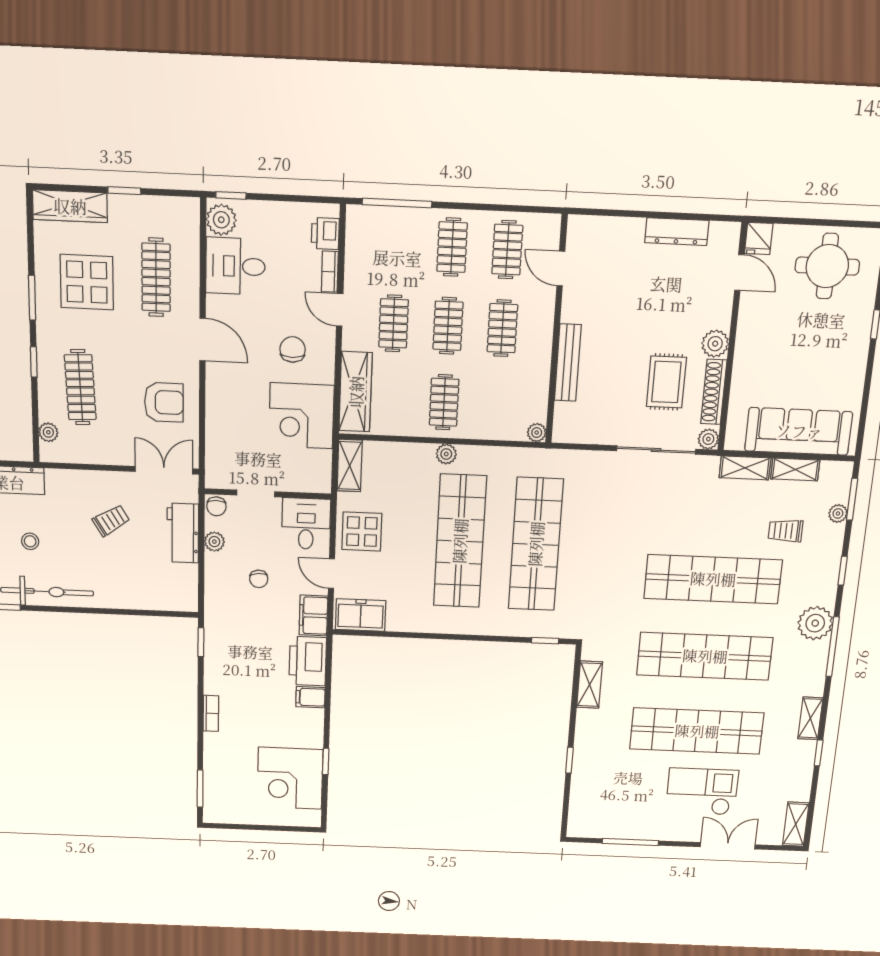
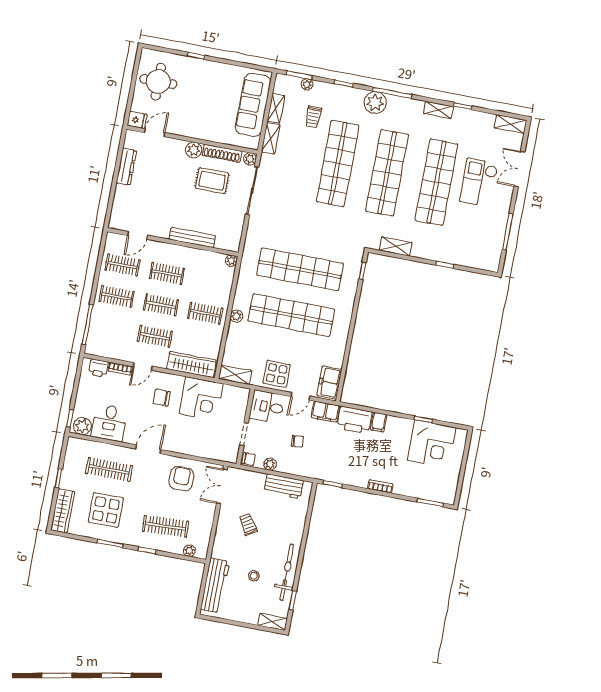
workbench: (183, 533) -> (284, 486), moved

